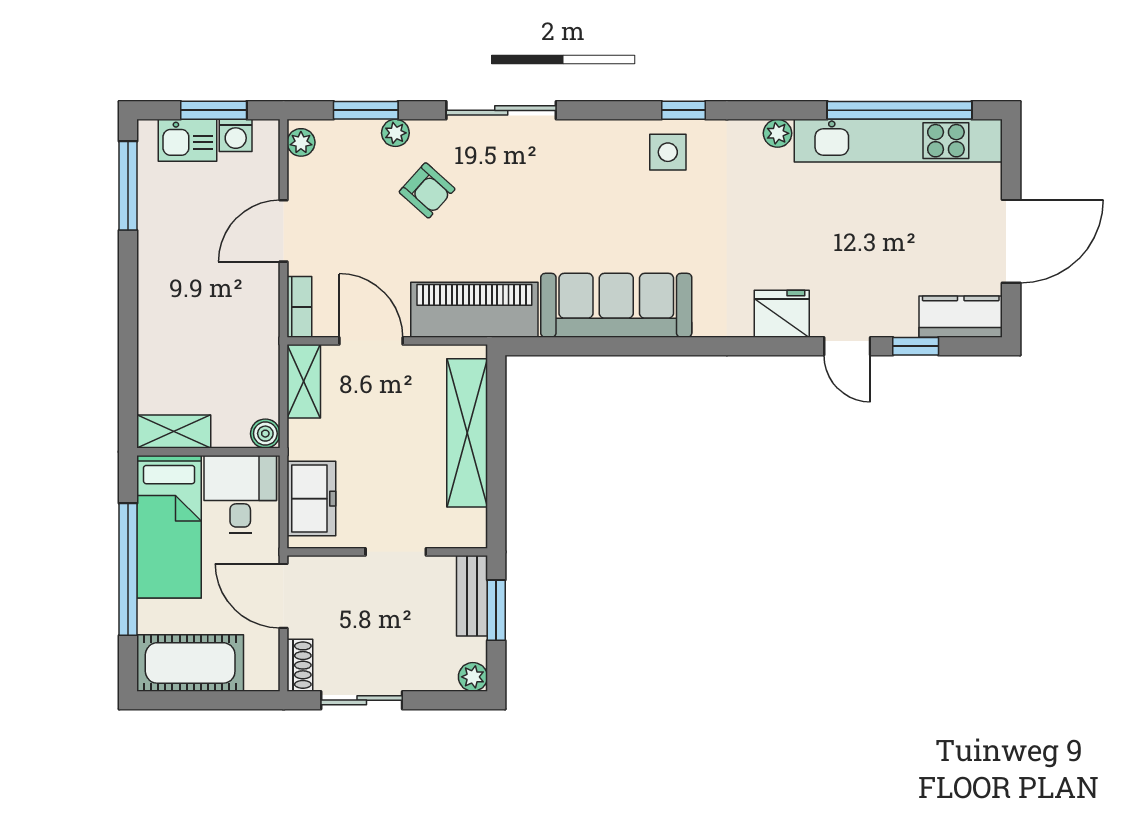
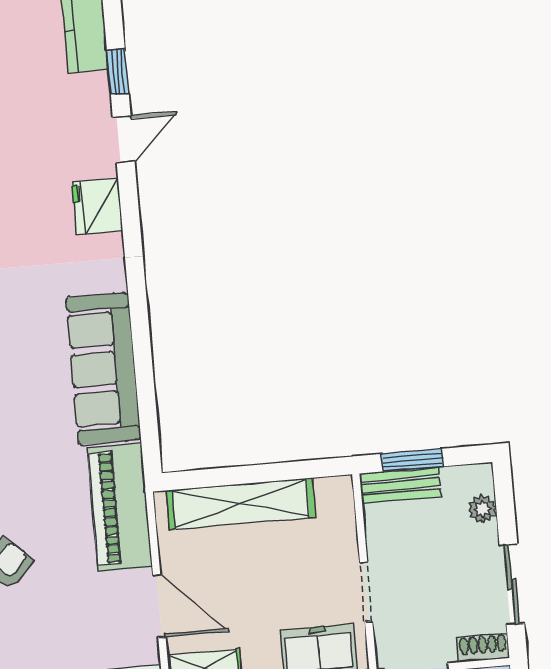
door: (371, 341) -> (159, 606), swing flipped
doorway: (396, 552) -> (366, 592), moved
plant: (473, 677) -> (482, 509), moved

